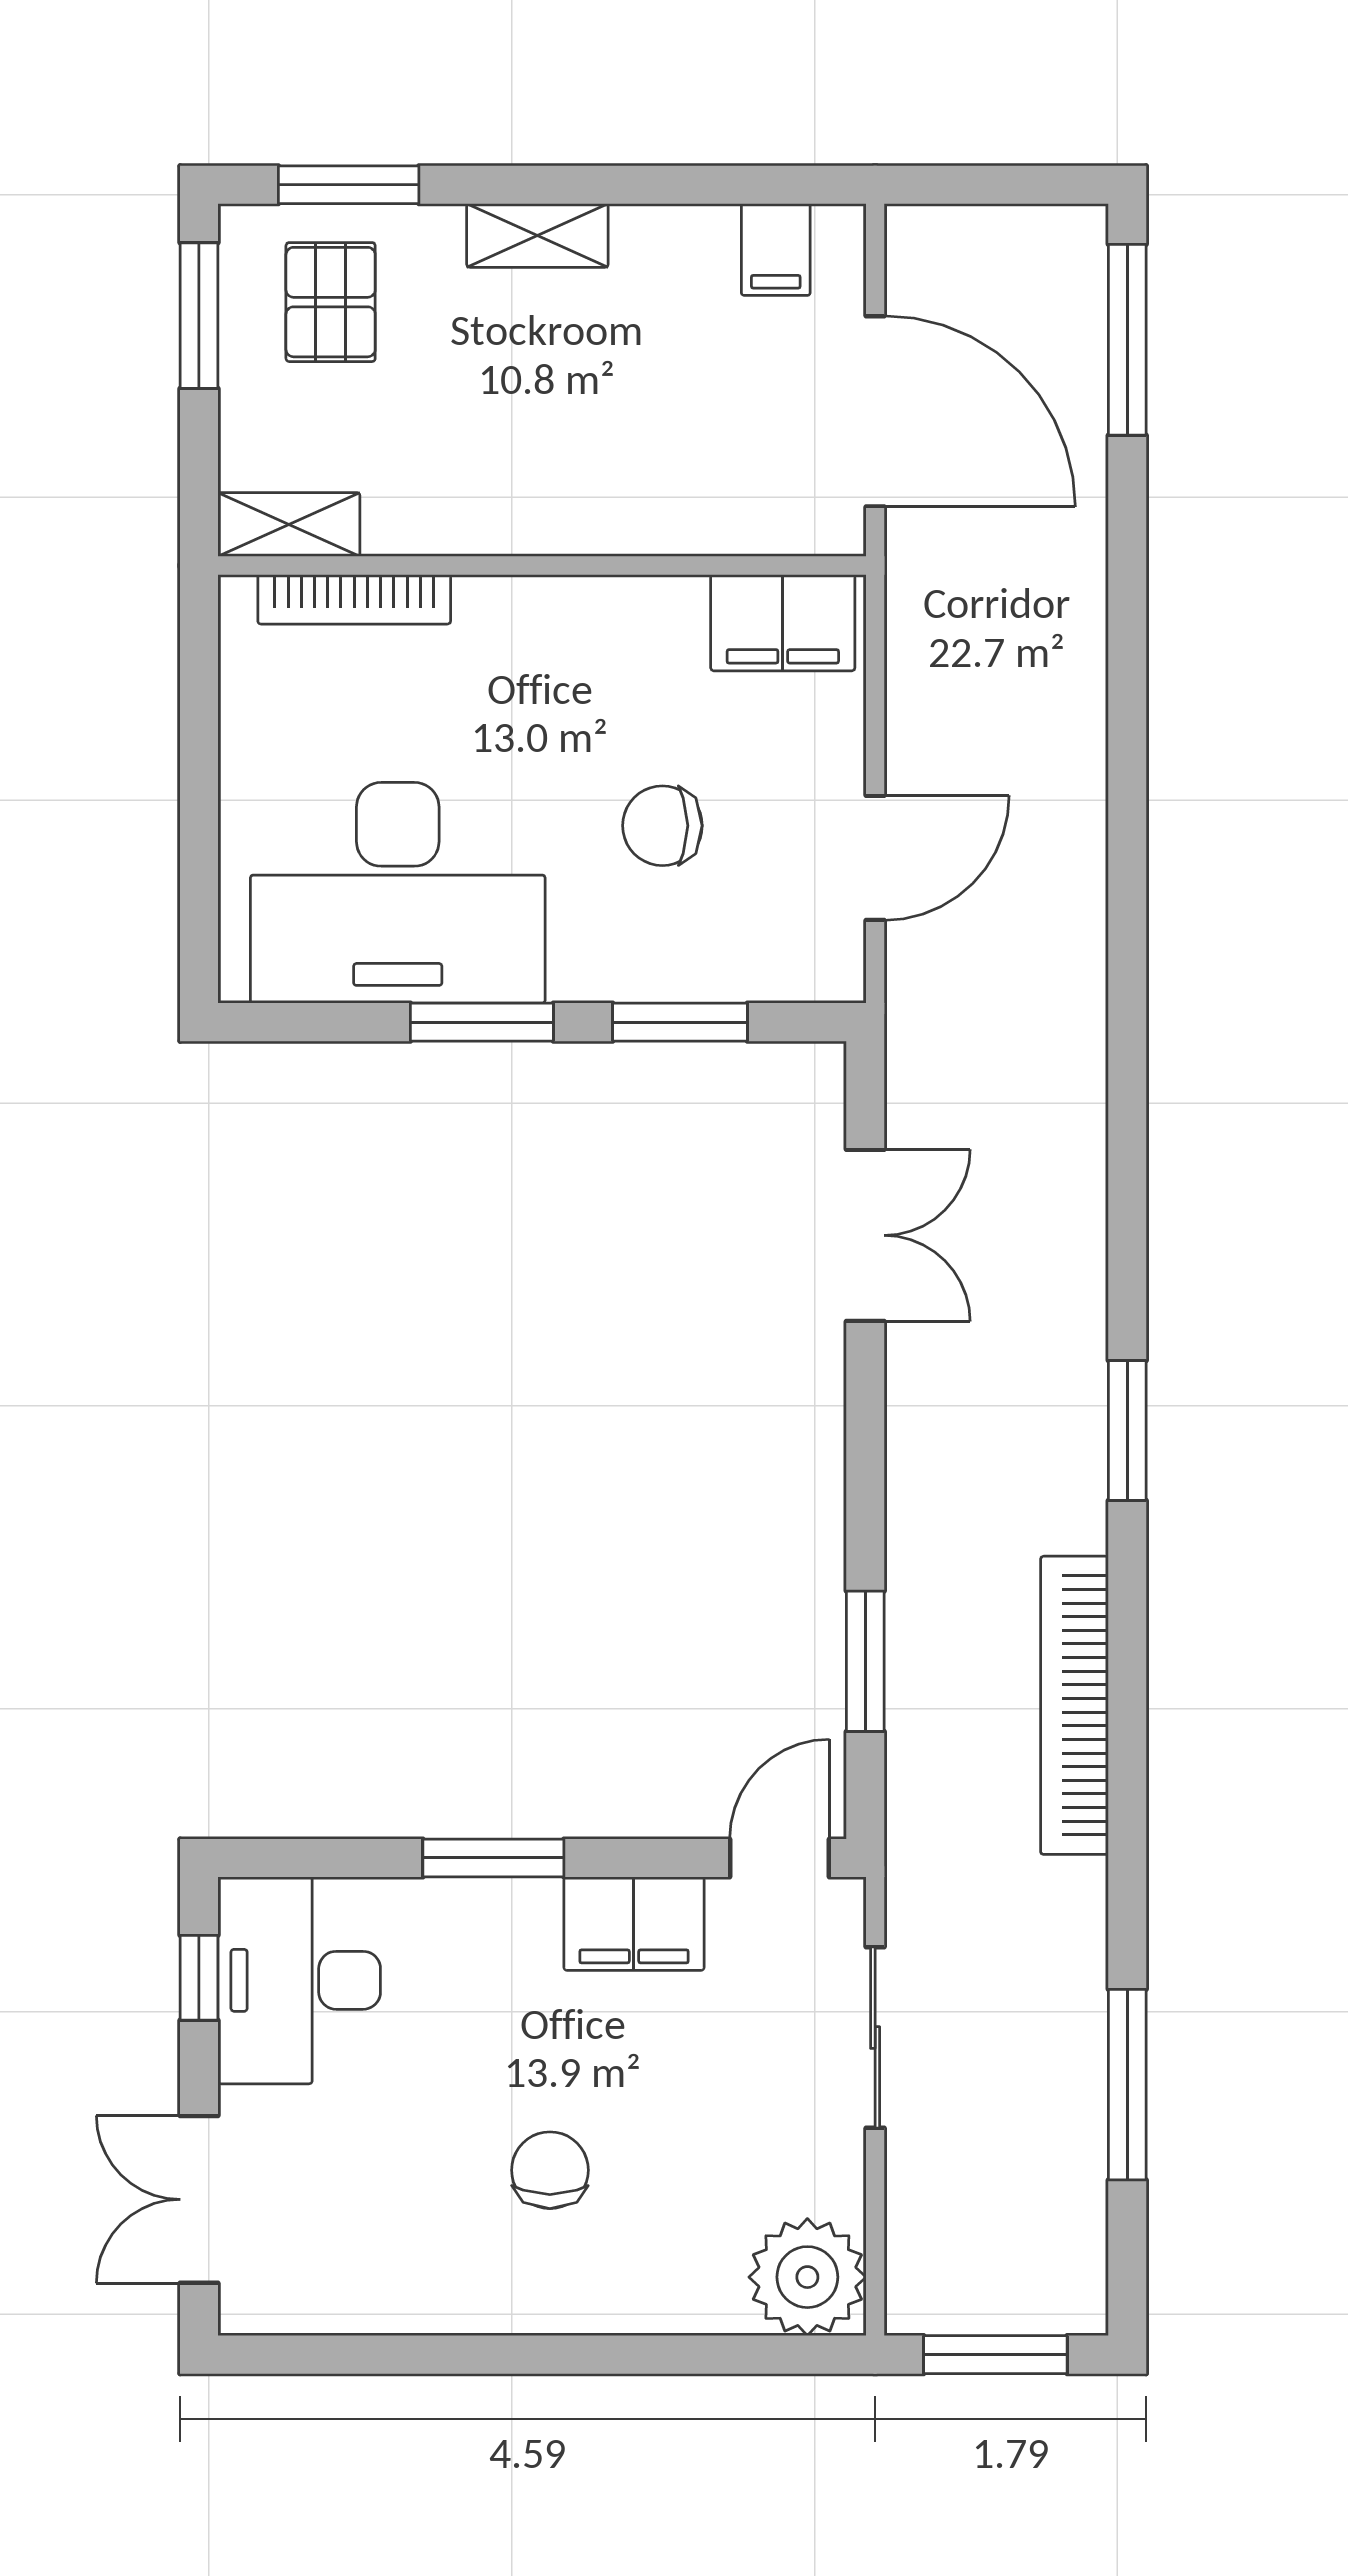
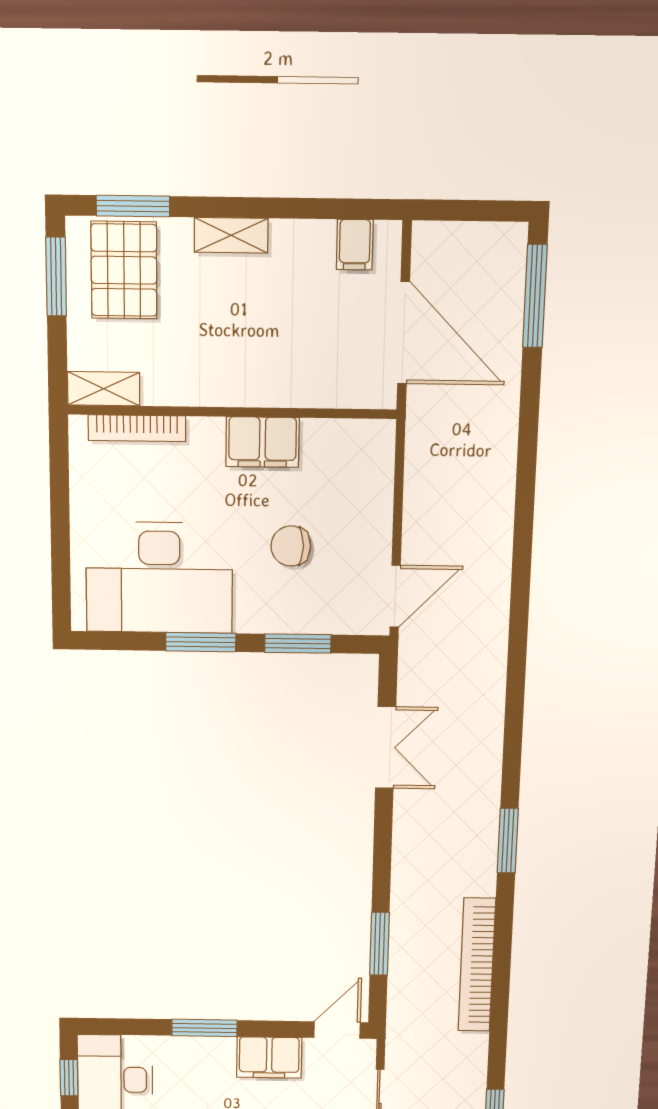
pallet: (331, 302) -> (124, 270), width x1.50, depth x1.42
filing cabinet: (783, 623) -> (262, 442), moved
door: (875, 858) -> (395, 596), moved

